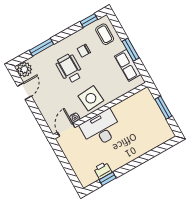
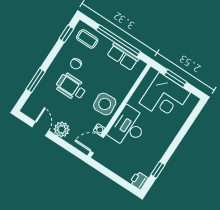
window: (131, 50) -> (118, 41), width x2.11
plant: (24, 69) -> (62, 129), moved
corner desk: (146, 120) -> (165, 98), added
door: (66, 130) -> (97, 144), hinge flipped
printer: (103, 170) -> (139, 181), moved

